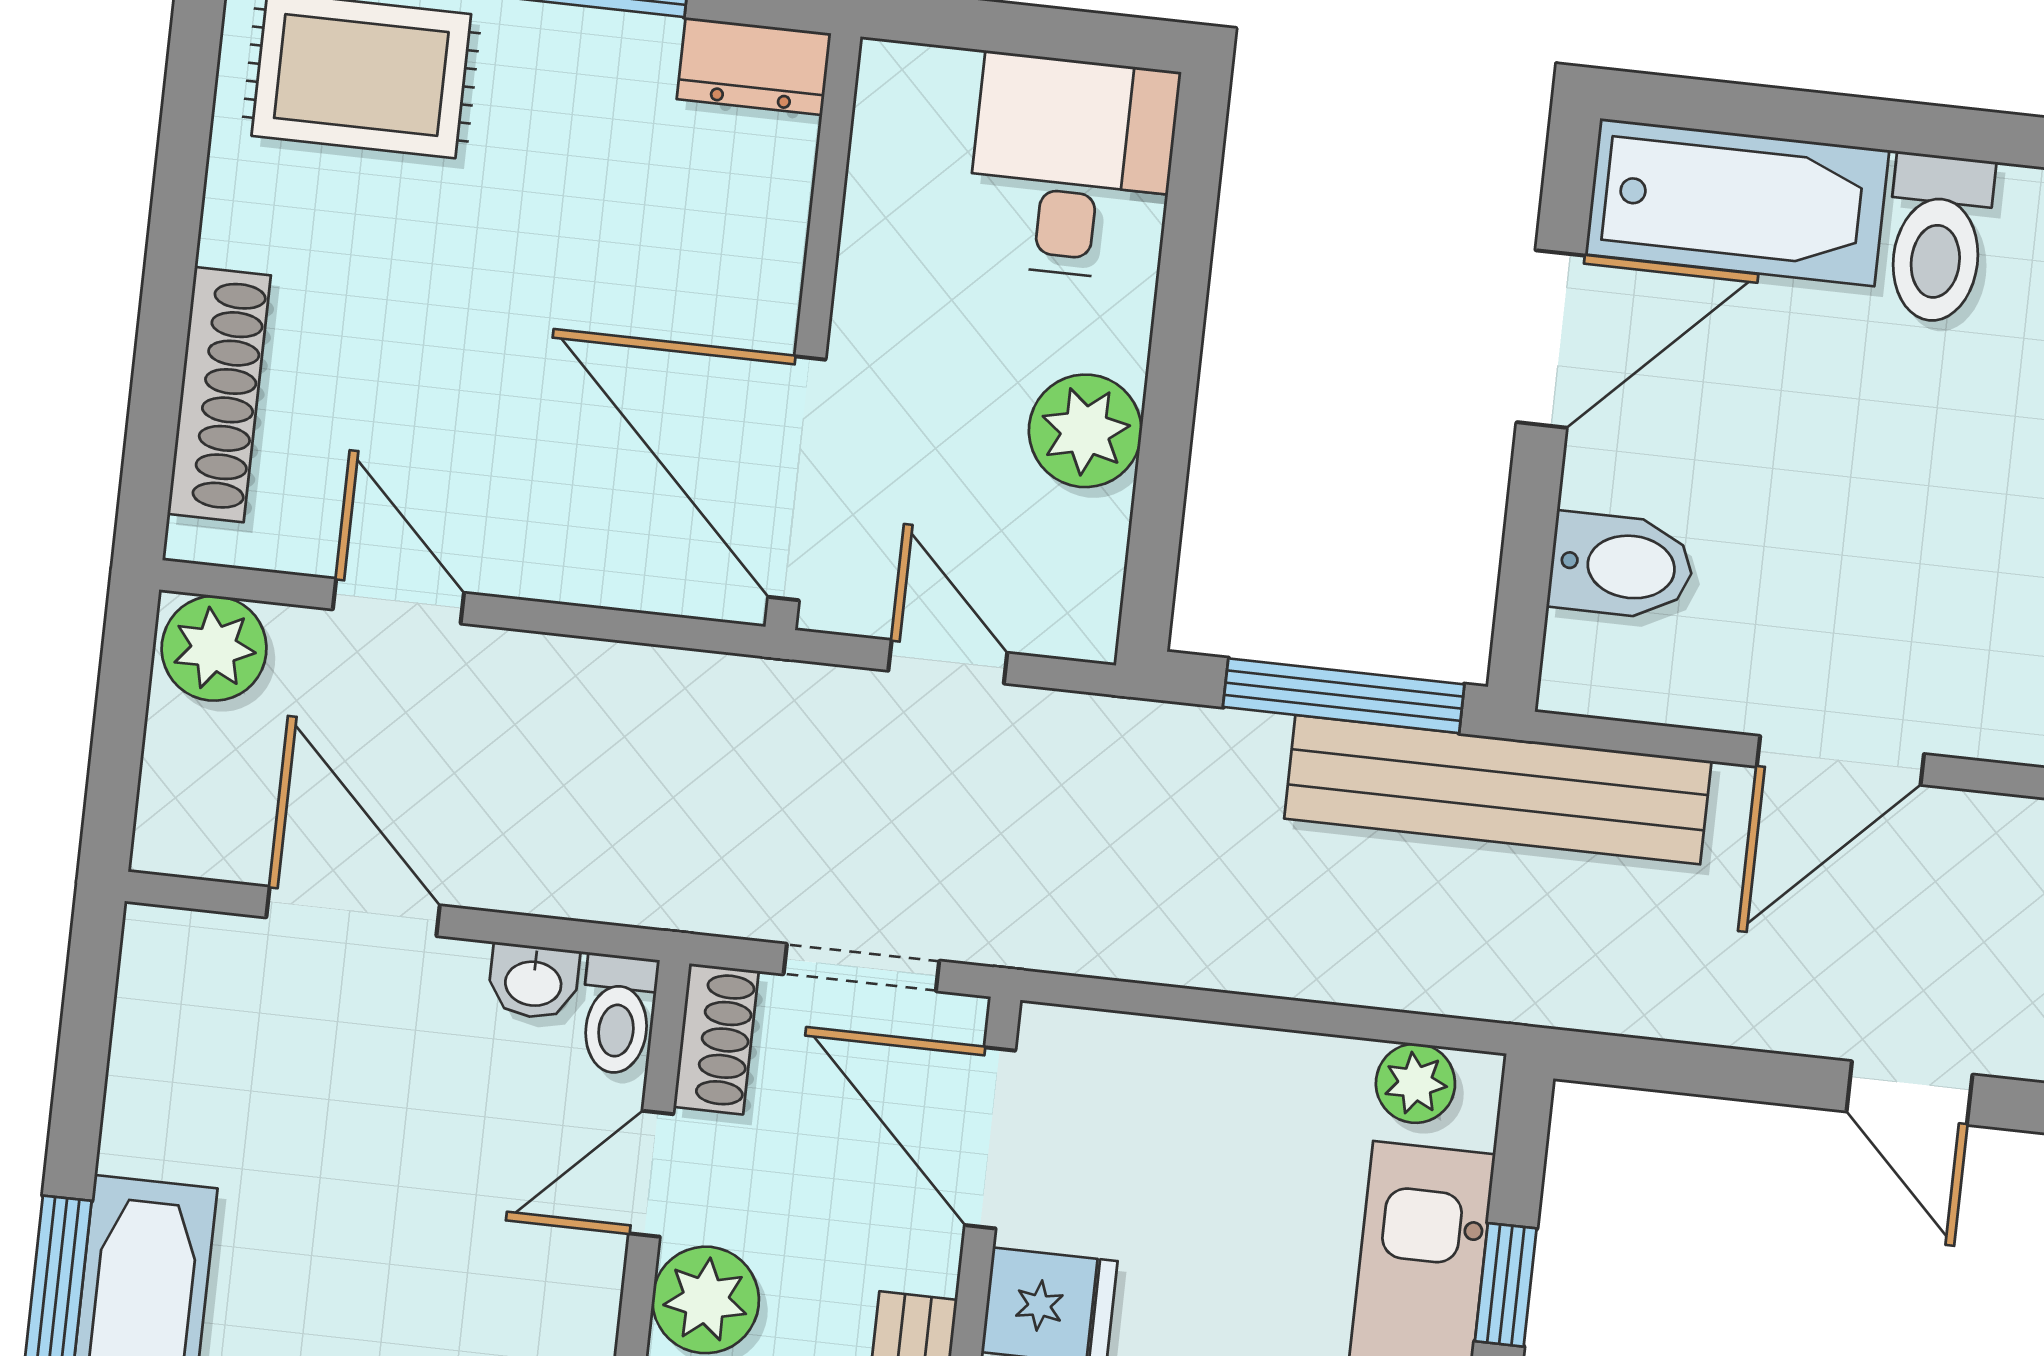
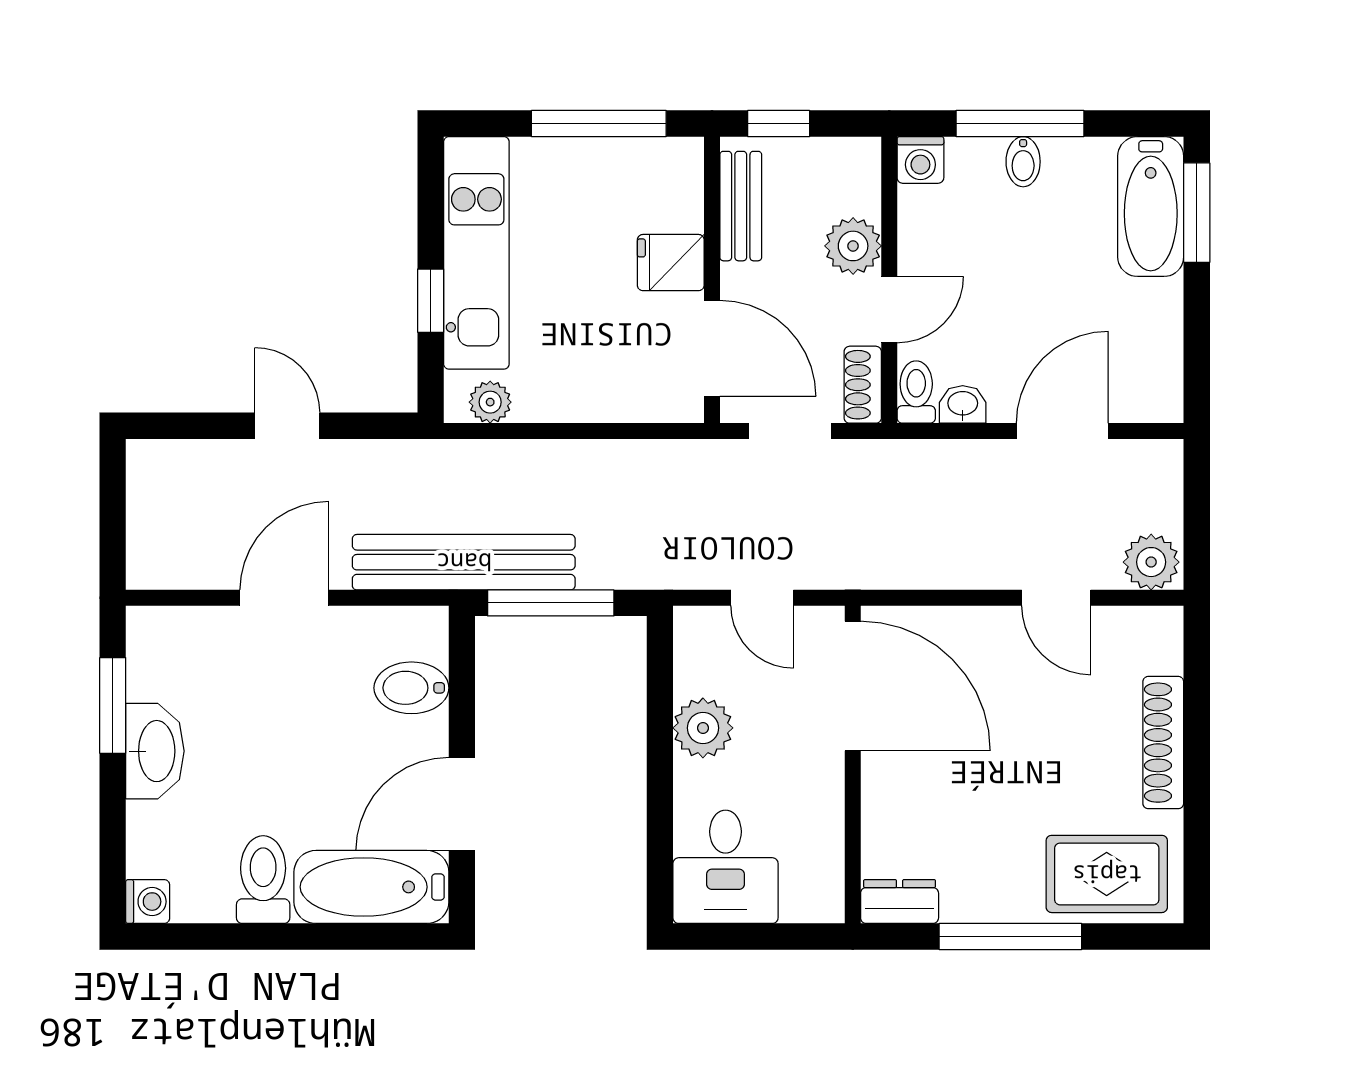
shoe rack: (219, 395) -> (1163, 743), moved
door: (353, 911) -> (1062, 431), swing flipped
door: (1909, 1093) -> (287, 426), moved

